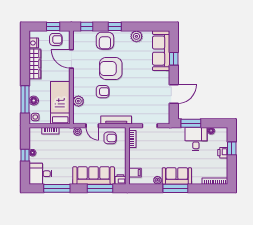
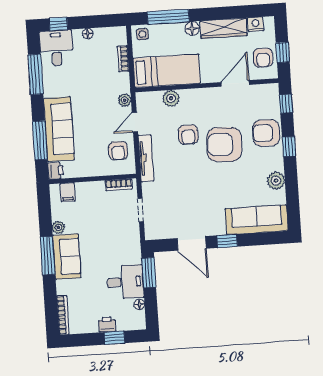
window: (174, 59) -> (227, 241), moved
armchair: (111, 68) -> (224, 145), turned -87
floor lamp: (34, 101) -> (192, 28), moved
window: (25, 155) -> (58, 24), moved

